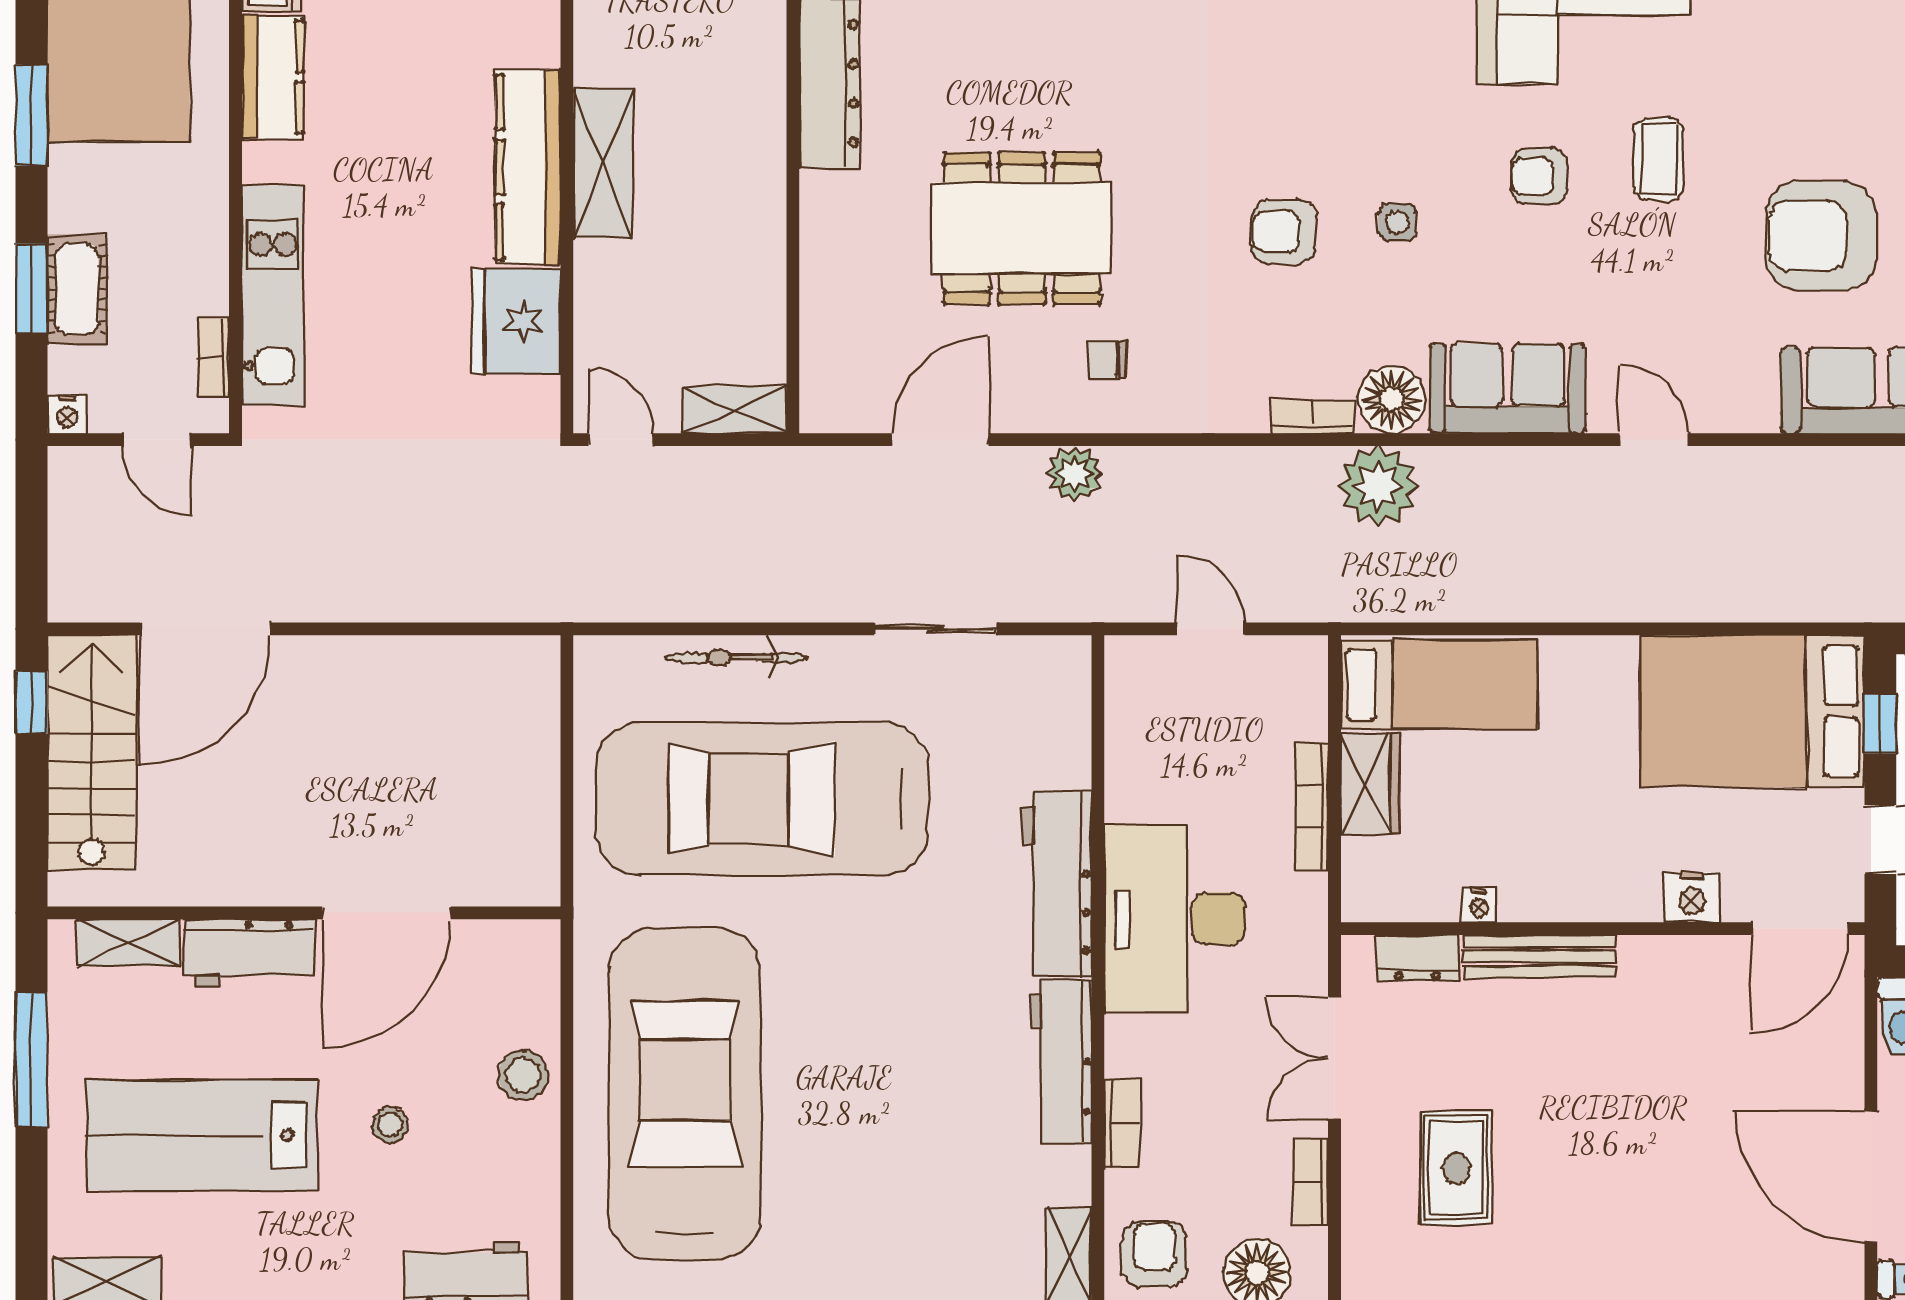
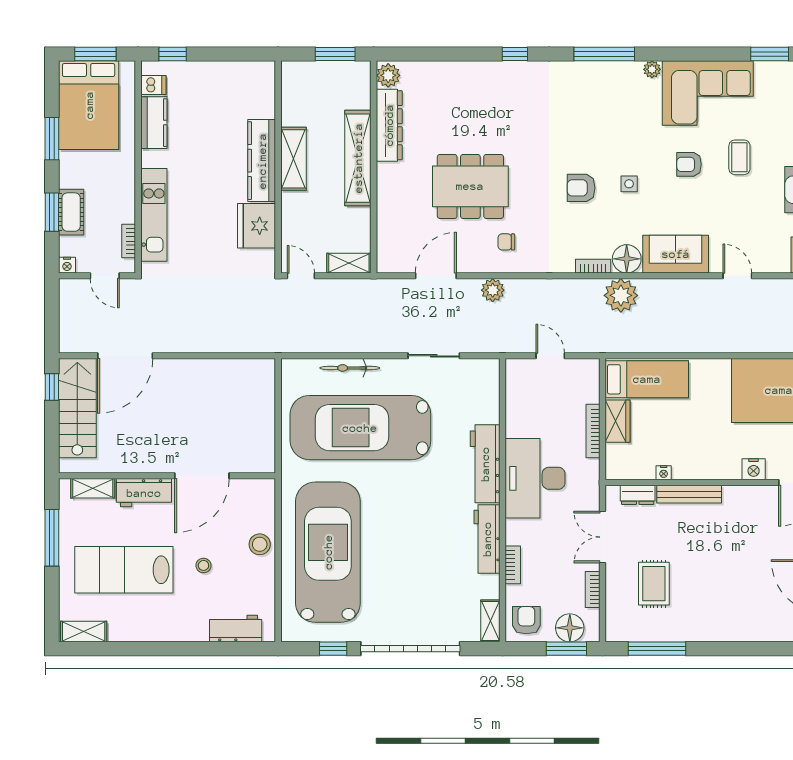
shelving: (756, 161) -> (358, 158), added

